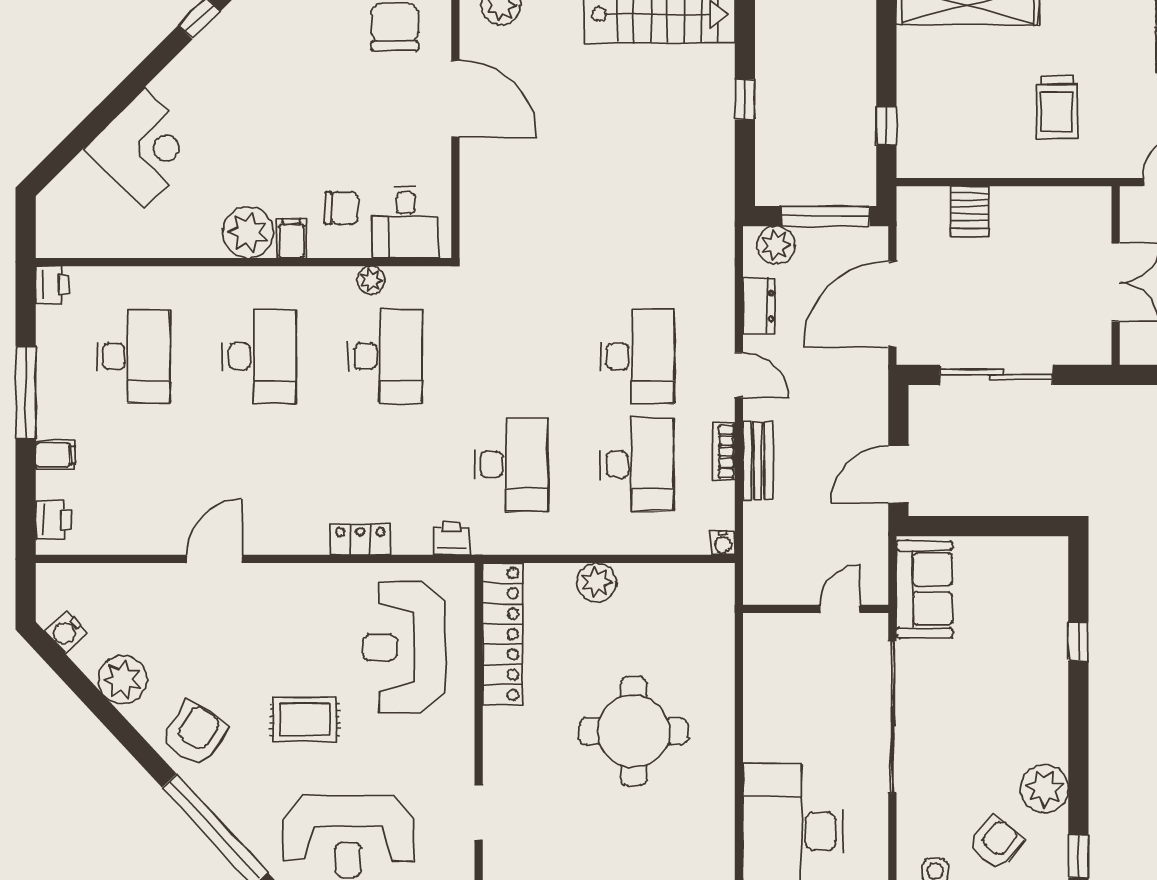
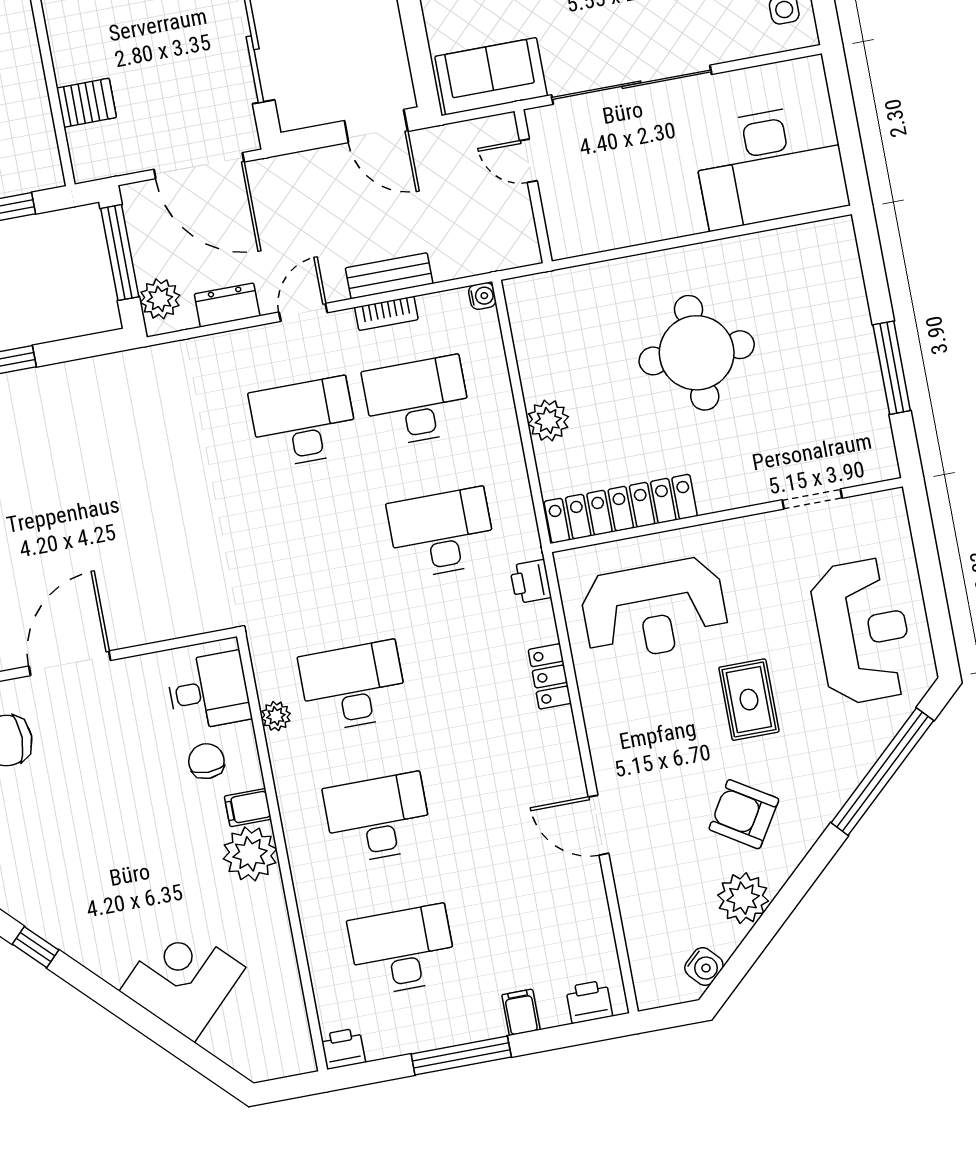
armchair: (195, 734) -> (744, 814), moved

